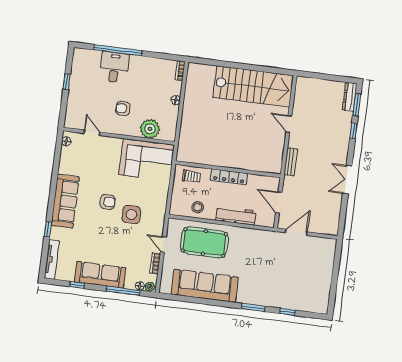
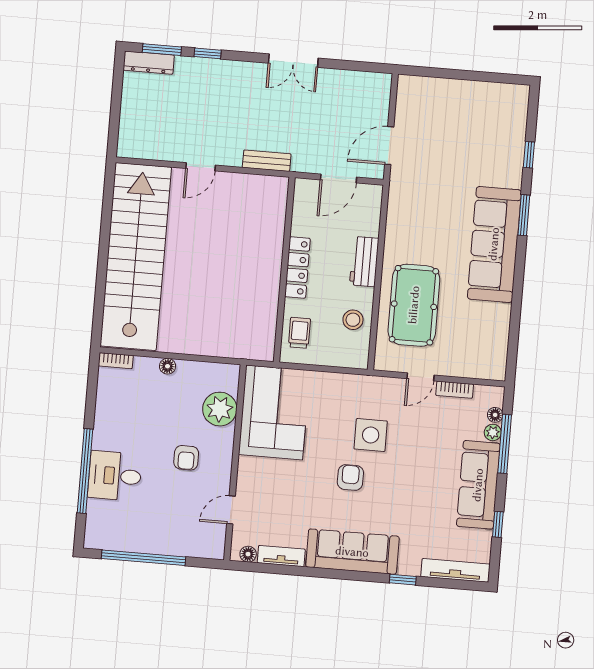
window: (67, 82) -> (144, 558), width x3.17
stairs: (253, 86) -> (136, 256), width x1.36
tv unit: (64, 160) -> (281, 556), added
workbench: (236, 216) -> (364, 262), width x0.73
door: (296, 232) -> (389, 146), hinge flipped
sofa: (205, 286) -> (494, 244), moved
plant: (150, 287) -> (493, 432), moved

